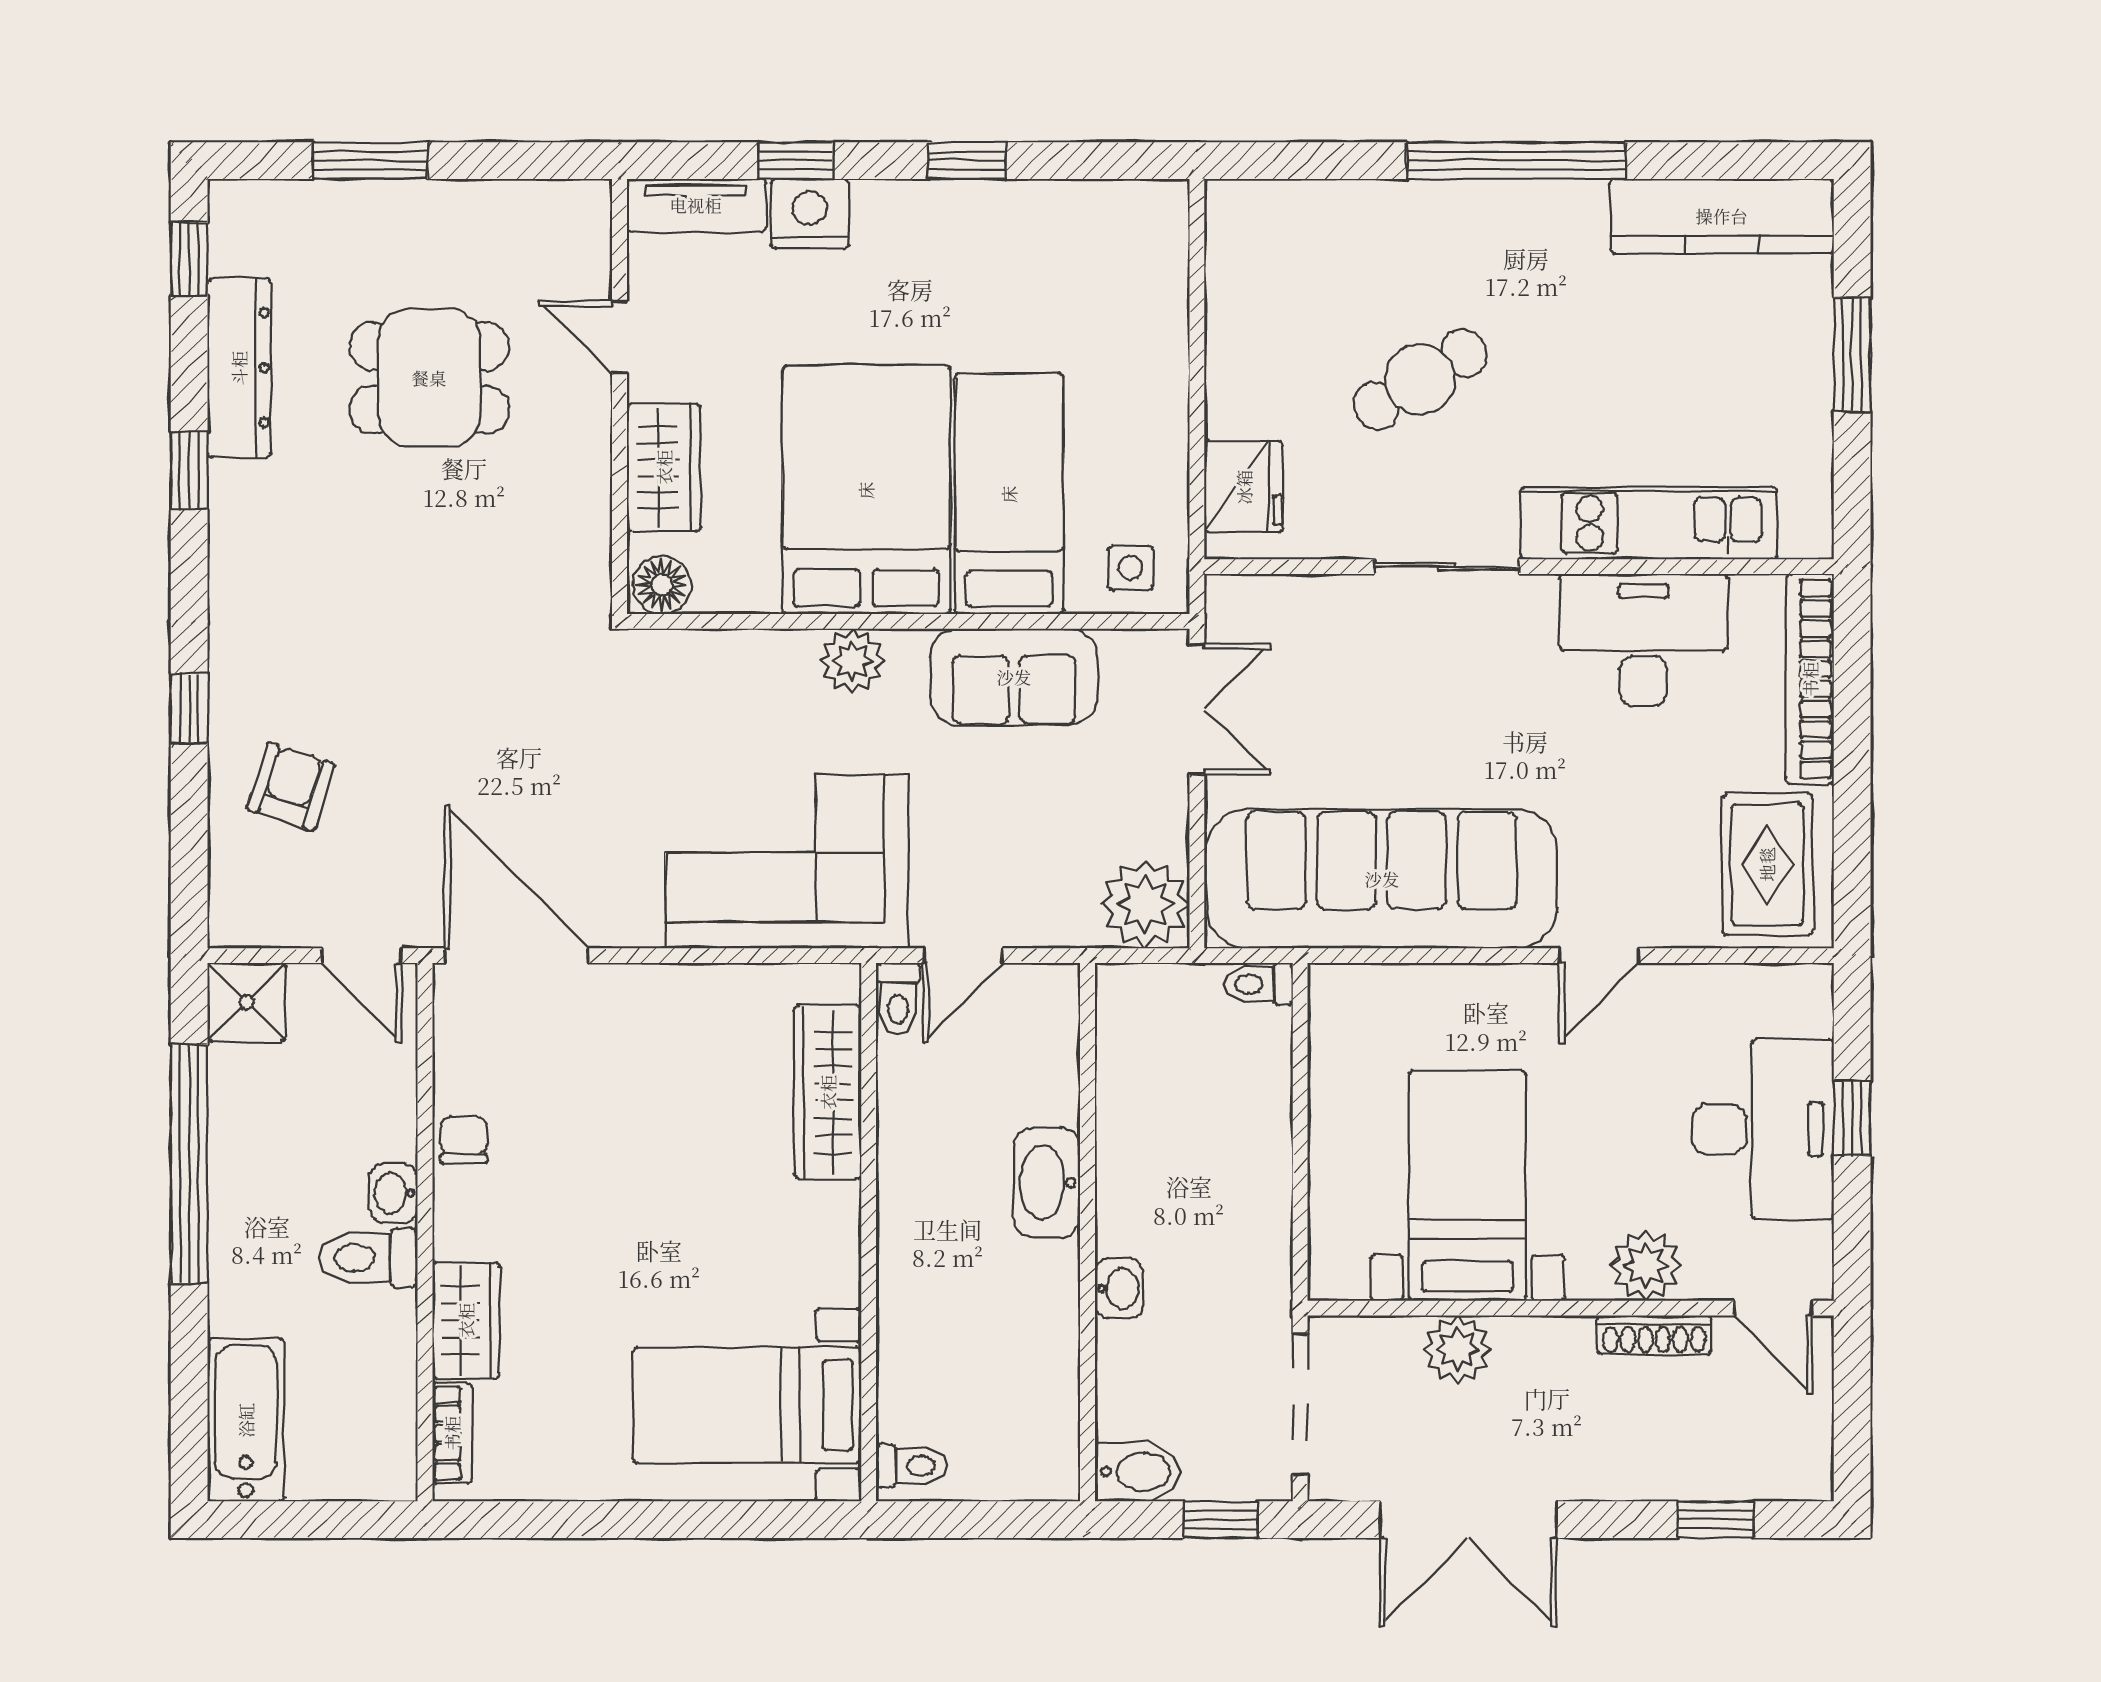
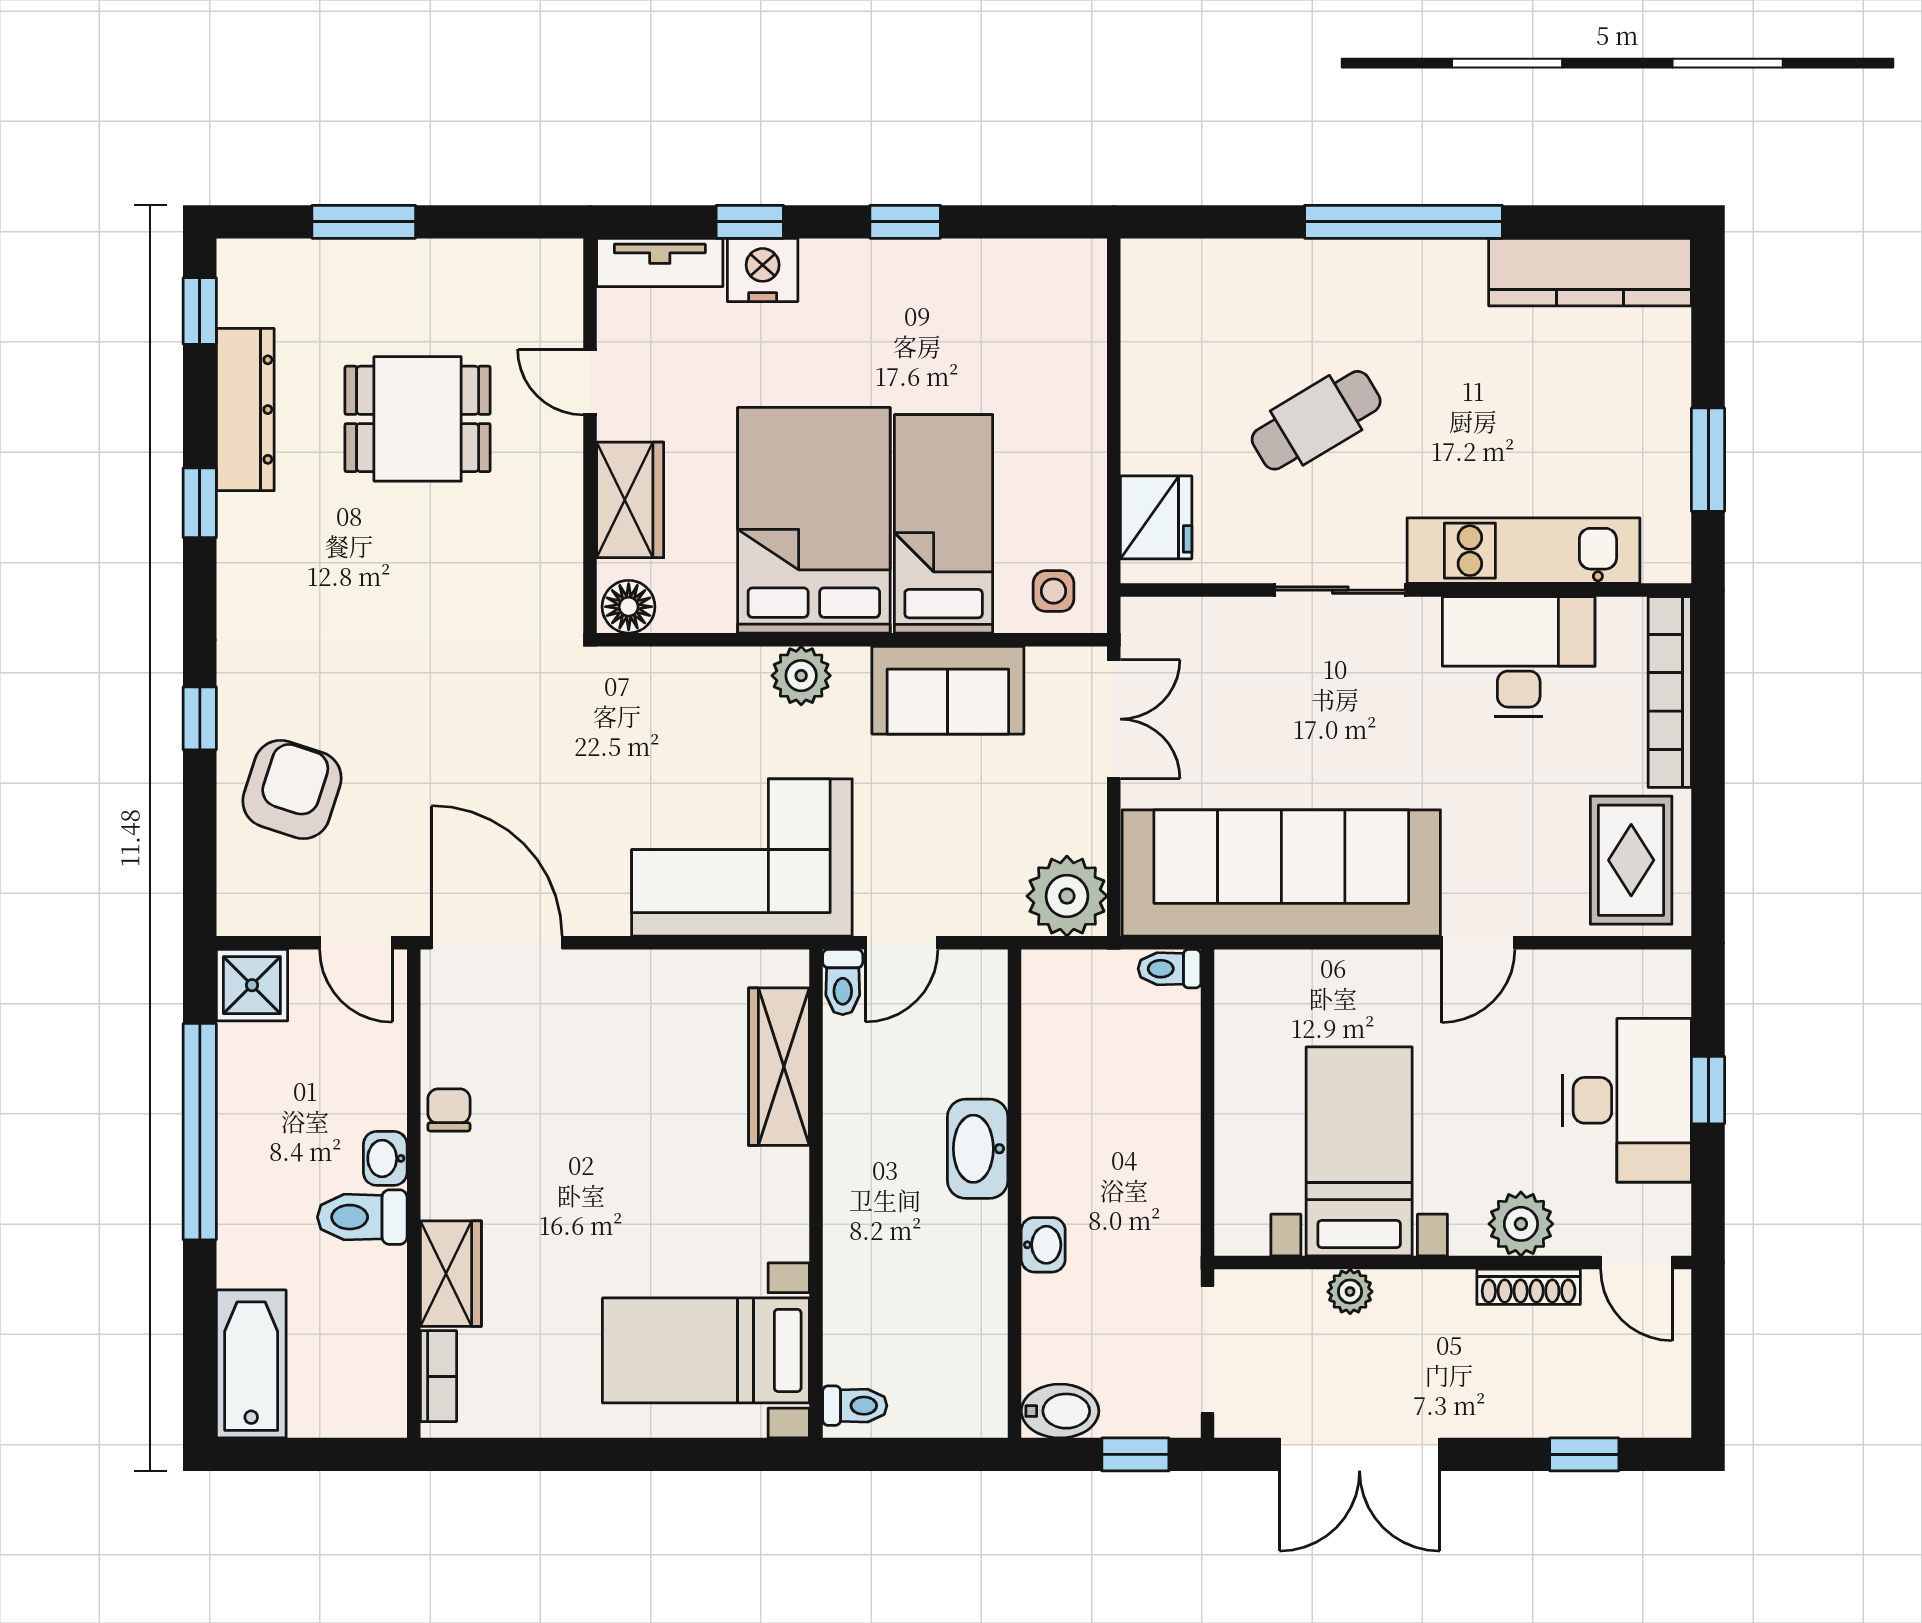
window: (1852, 355) -> (1708, 460), moved
armchair: (291, 787) -> (292, 789), width x1.38, depth x1.38
plant: (1457, 1349) -> (1350, 1292), width x0.73, depth x0.73

